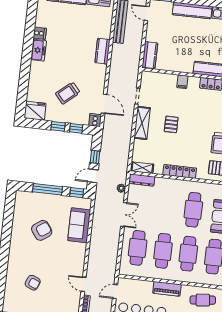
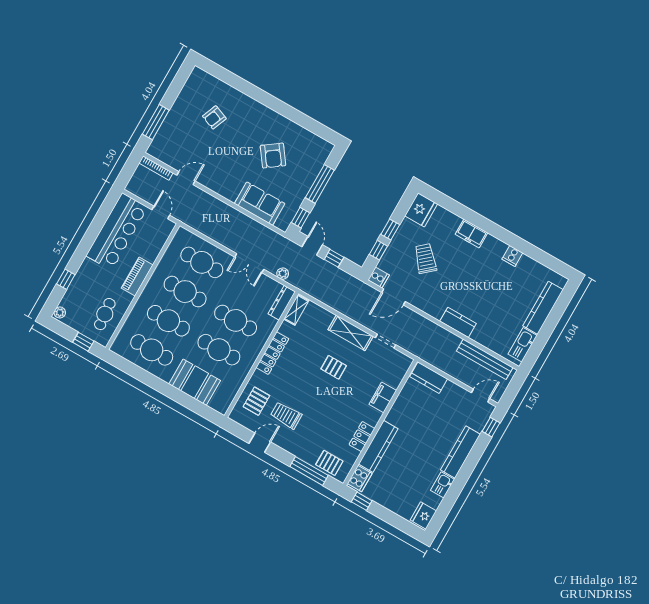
freezer: (39, 50) -> (472, 234), moved
filing cabinet: (182, 82) -> (383, 397), width x2.00
cafe table: (168, 207) -> (236, 320), added

